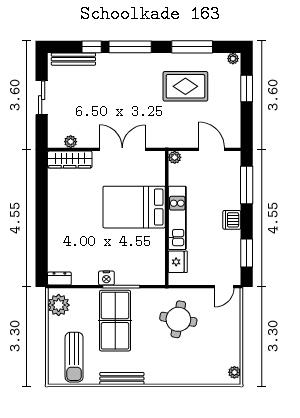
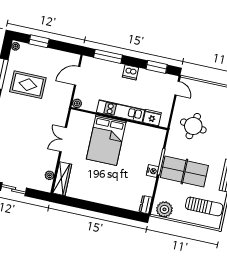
rug: (185, 86) -> (28, 85), turned 90
double door: (122, 149) -> (63, 140), width x0.73

